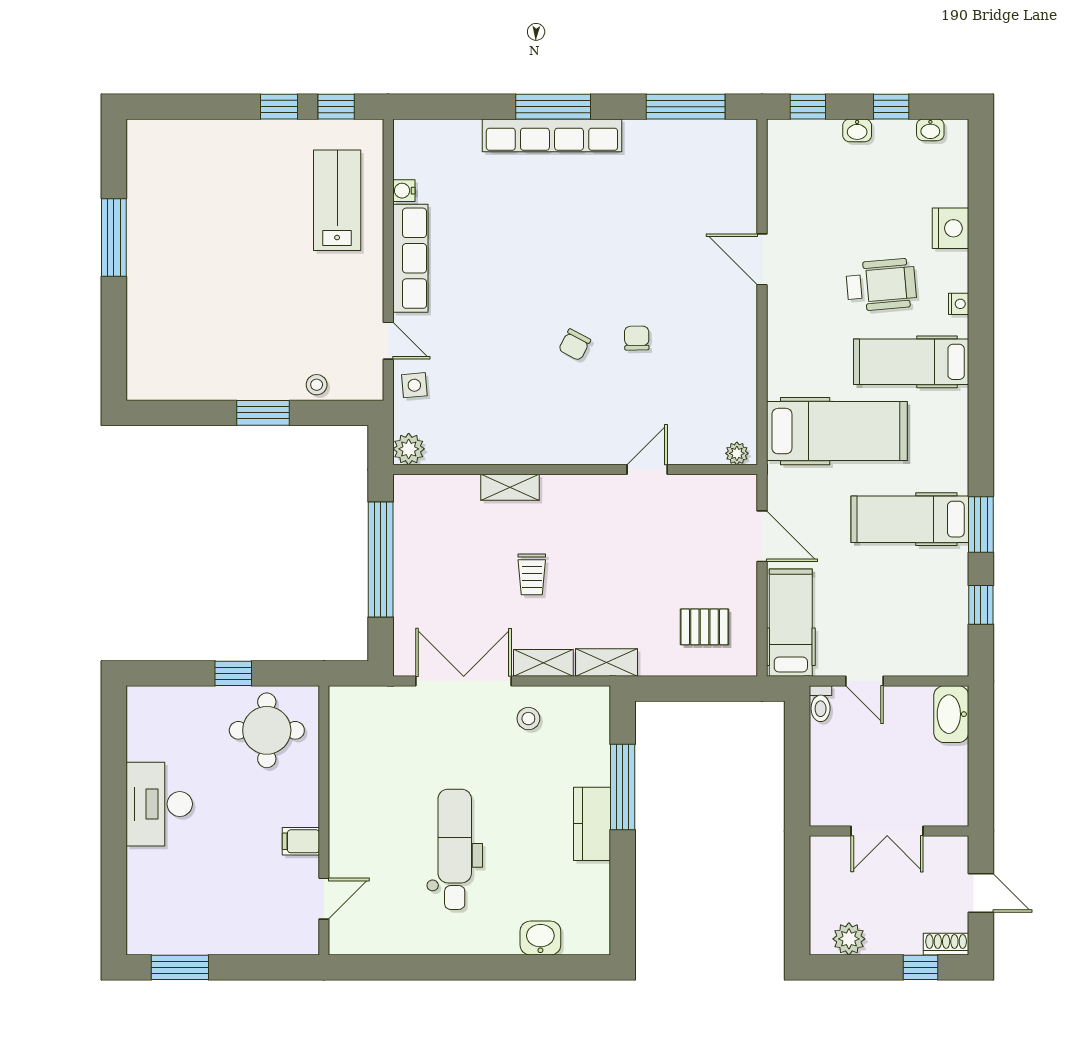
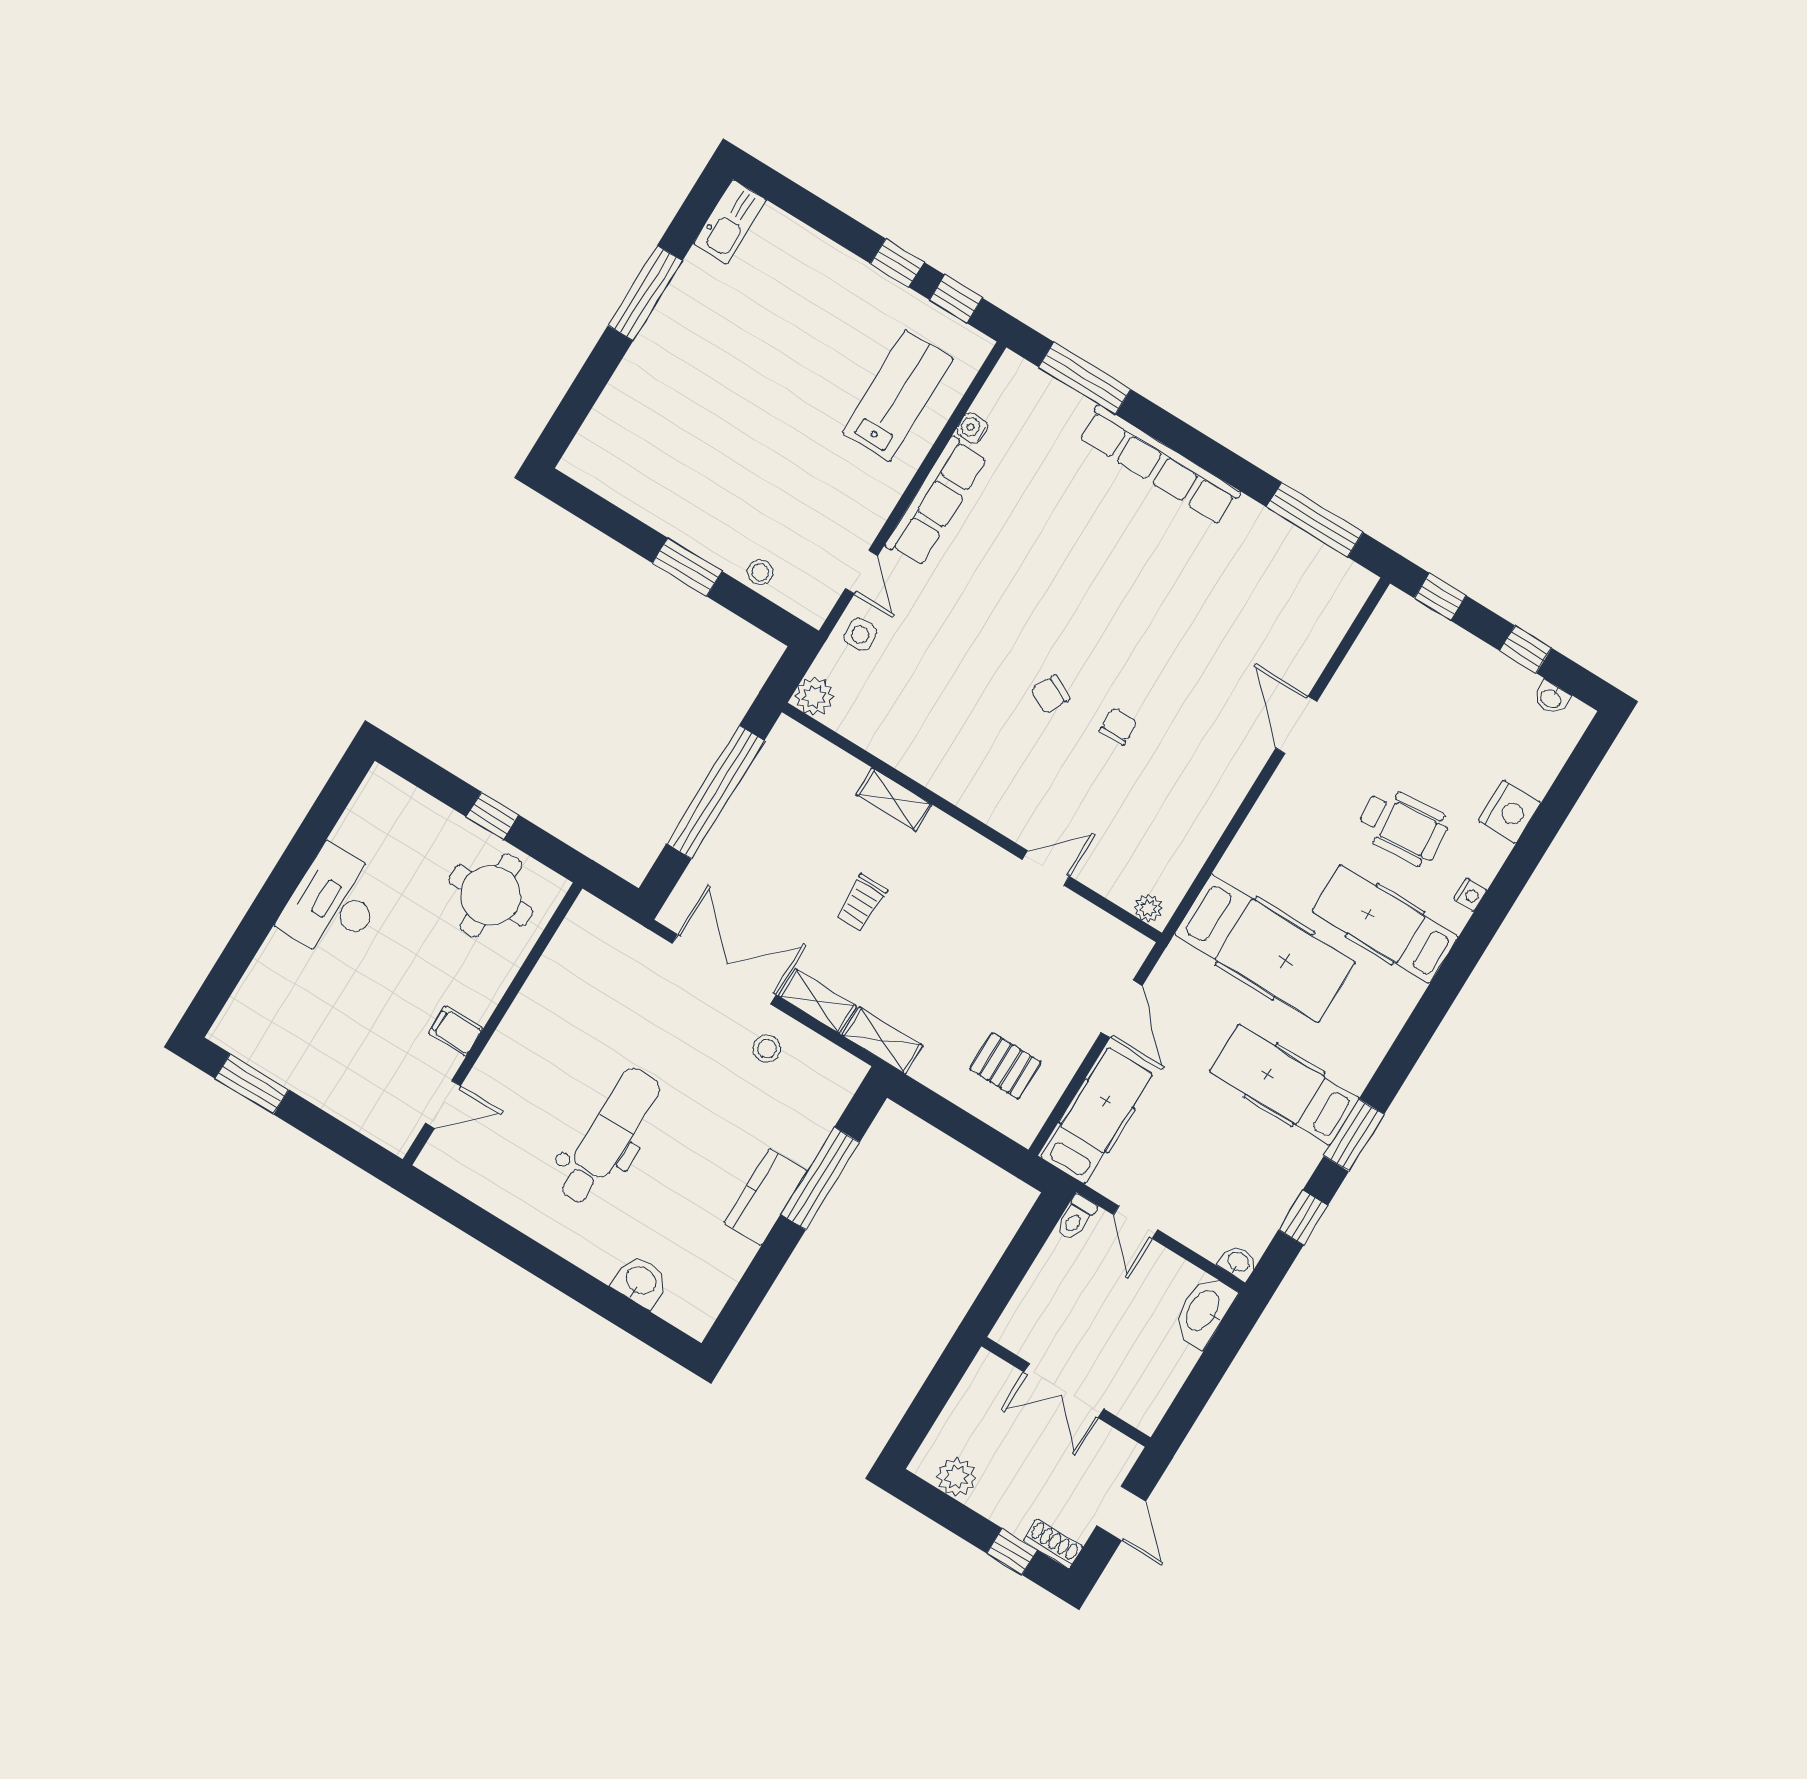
window: (553, 107) -> (1085, 378), moved
washbasin: (857, 130) -> (1238, 1262), moved, turned 180
kitchen sink: (143, 150) -> (730, 222), added

